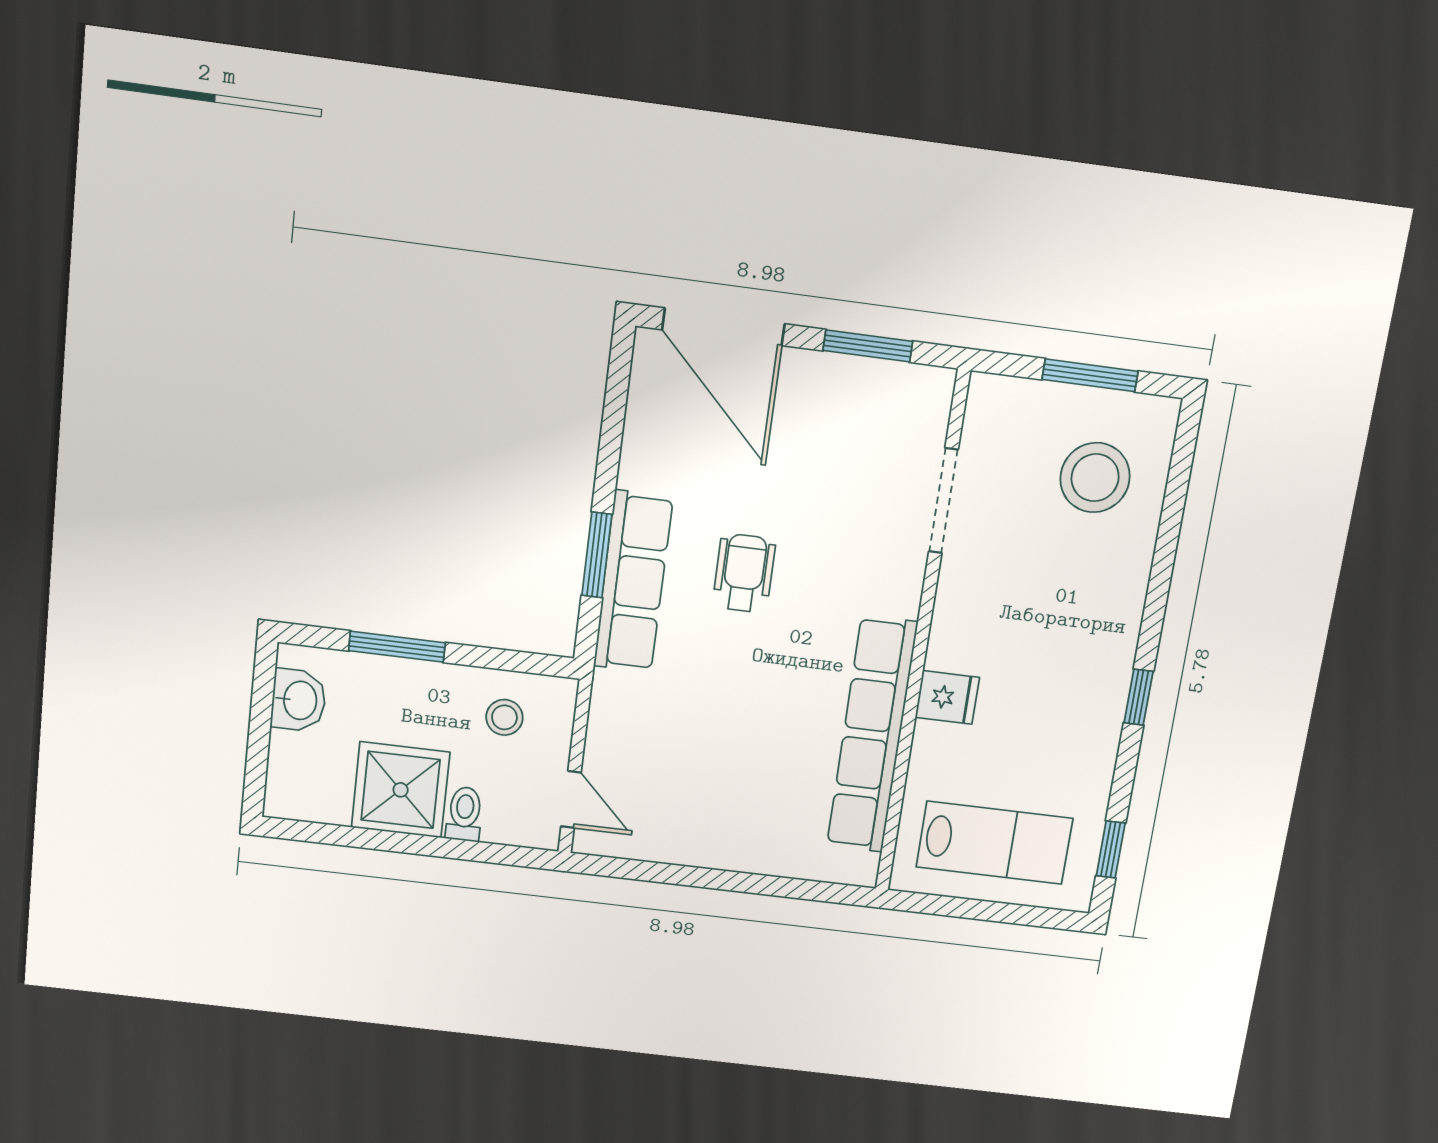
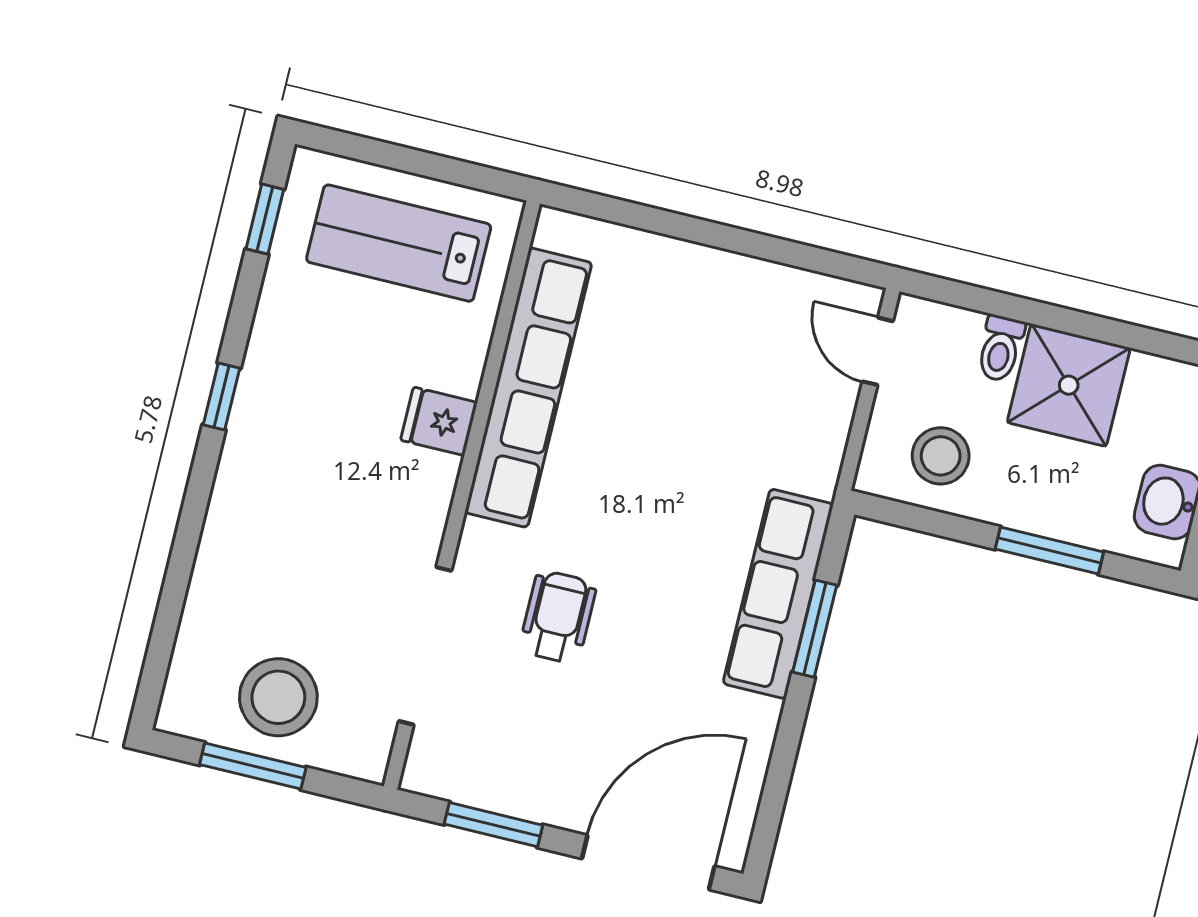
door: (723, 327) -> (648, 862), hinge flipped
stool: (1095, 478) -> (278, 697), moved
doorway: (943, 501) -> (425, 646), width x1.36
wheelchair: (744, 573) -> (558, 617), moved, turned 180
stool: (504, 717) -> (941, 456), width x1.37, depth x1.37

